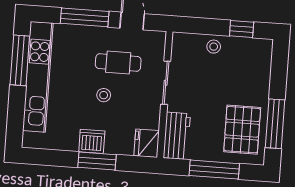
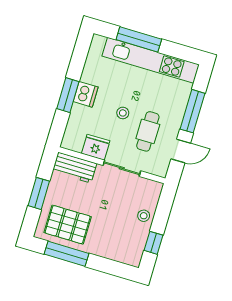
window: (20, 60) -> (139, 39), moved
fridge: (147, 143) -> (96, 147), moved
window: (214, 170) -> (39, 193), width x0.69

